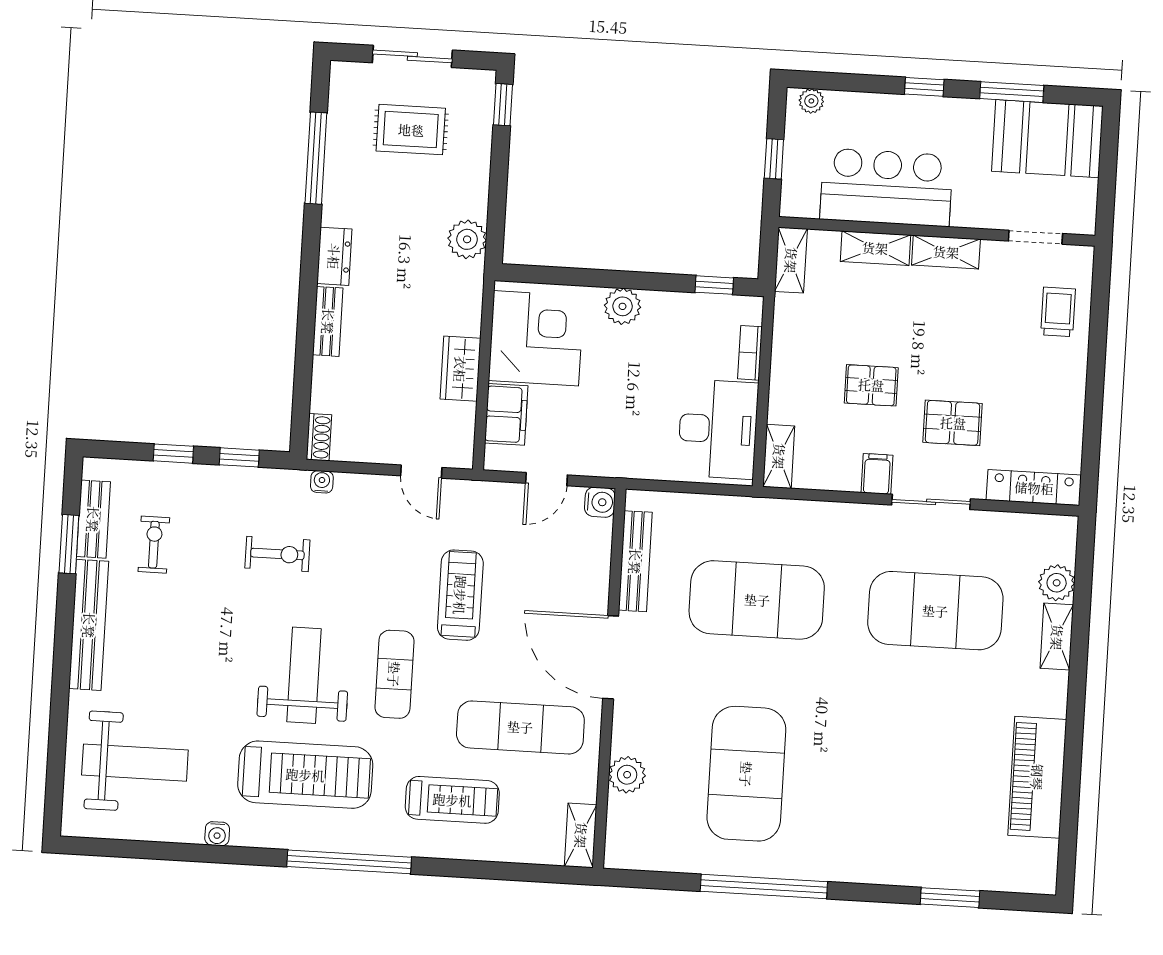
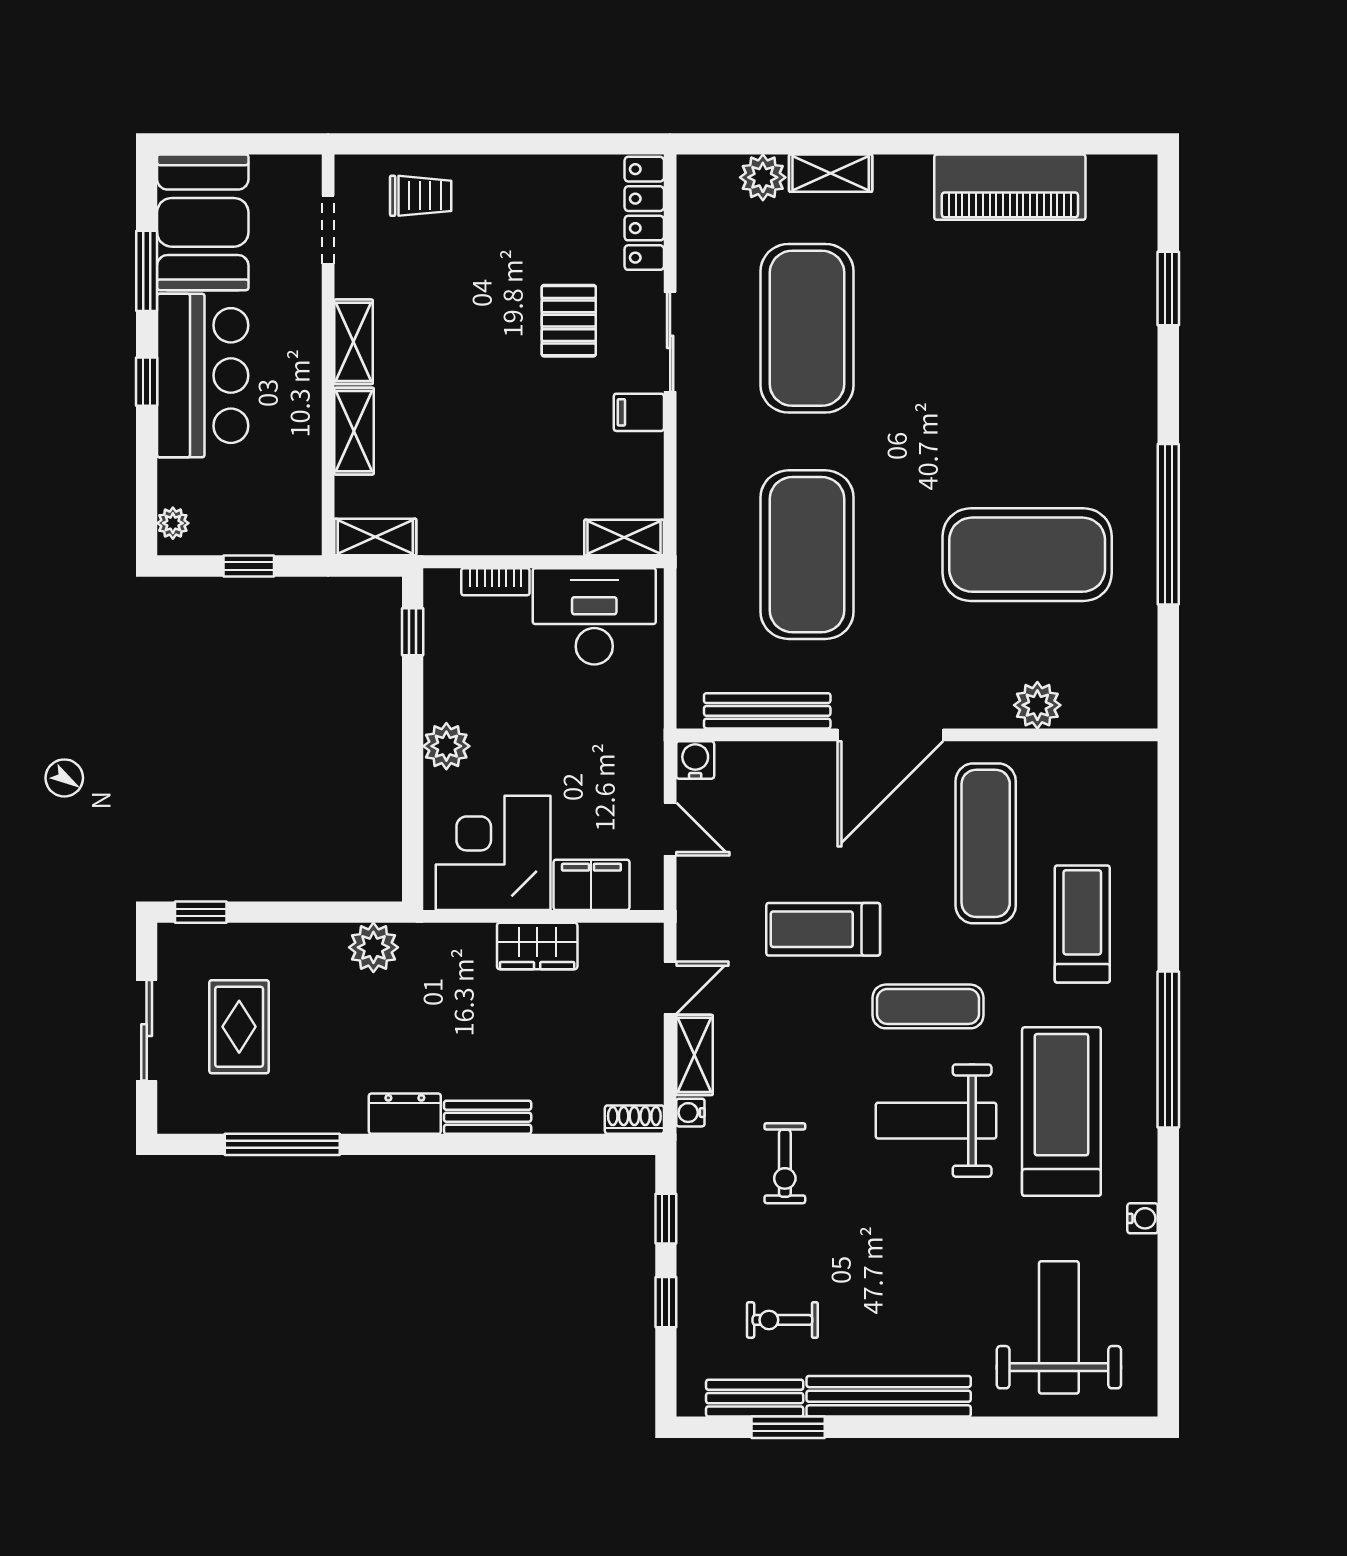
bar counter: (886, 187) -> (203, 376), moved, turned 180
trolley: (1058, 312) -> (421, 196), turned 180
pallet: (871, 385) -> (527, 426), removed
exercise bike: (277, 554) -> (785, 1163), turned 180
shelving: (581, 835) -> (695, 1055), moved, turned 90

